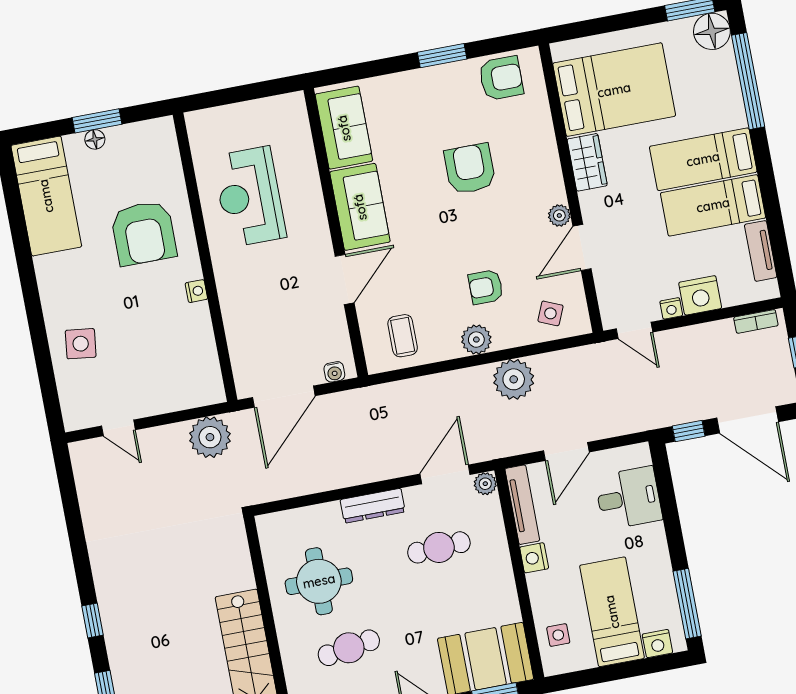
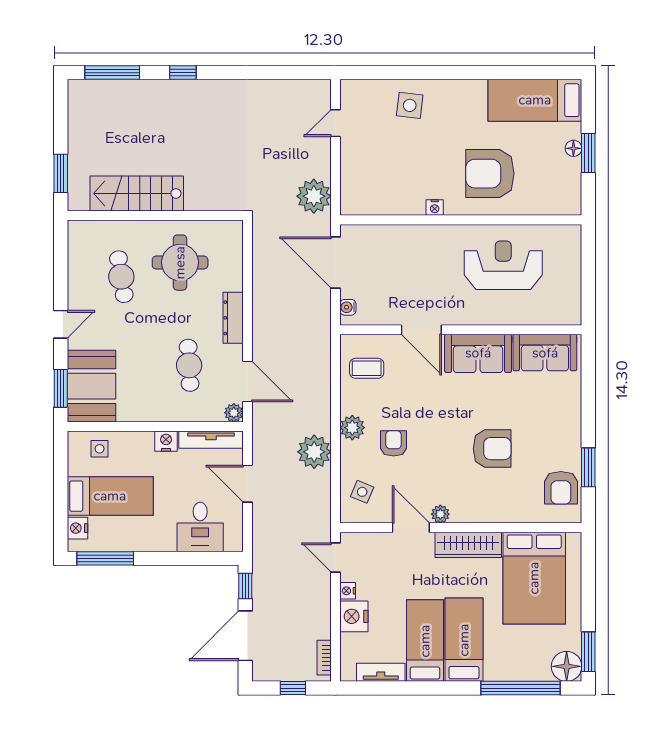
window: (442, 56) -> (588, 467), moved
wardrobe: (587, 162) -> (468, 545), width x1.50
door: (634, 330) -> (335, 558), hinge flipped

